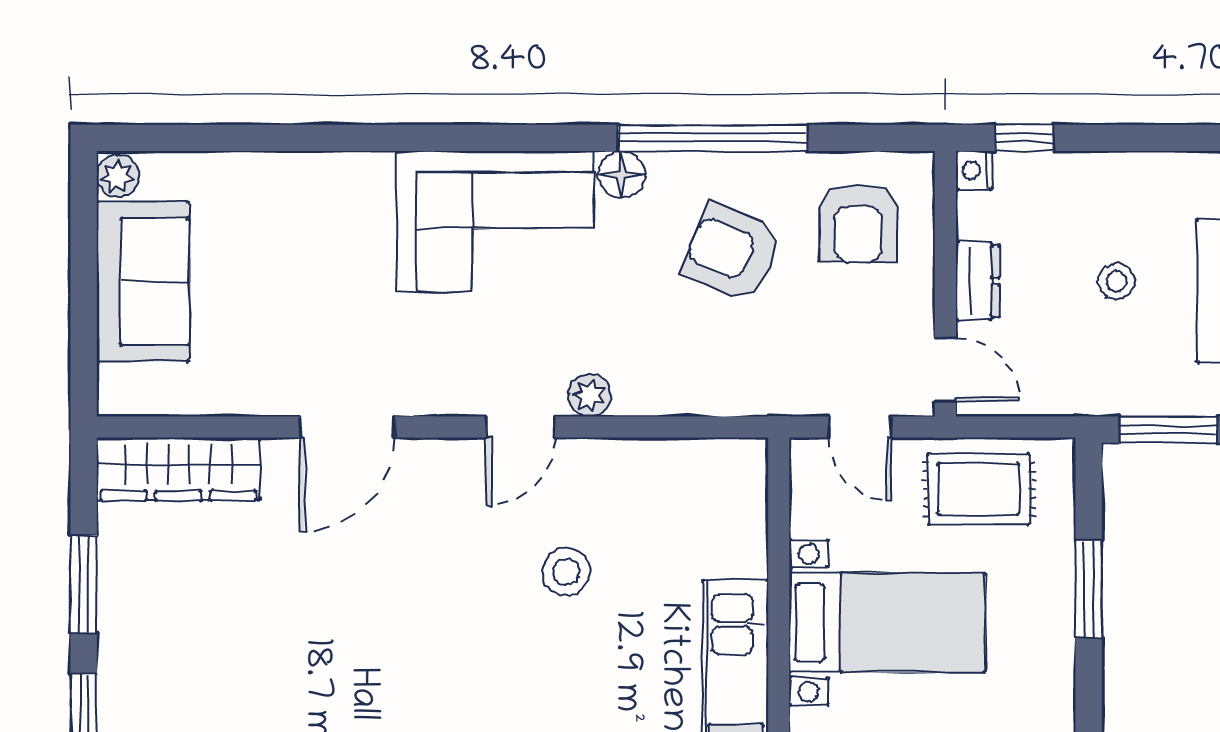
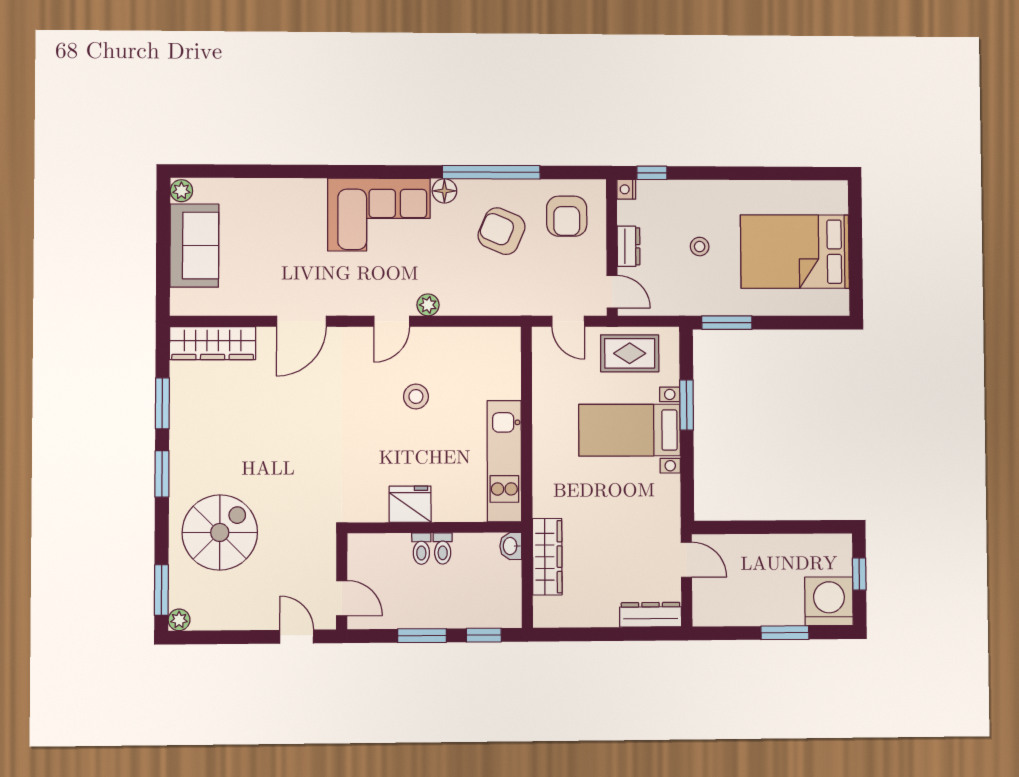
bed with nightstands: (887, 623) -> (630, 430), moved, turned 180

